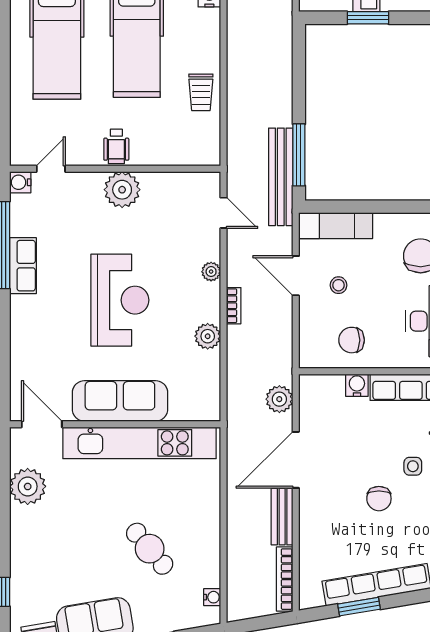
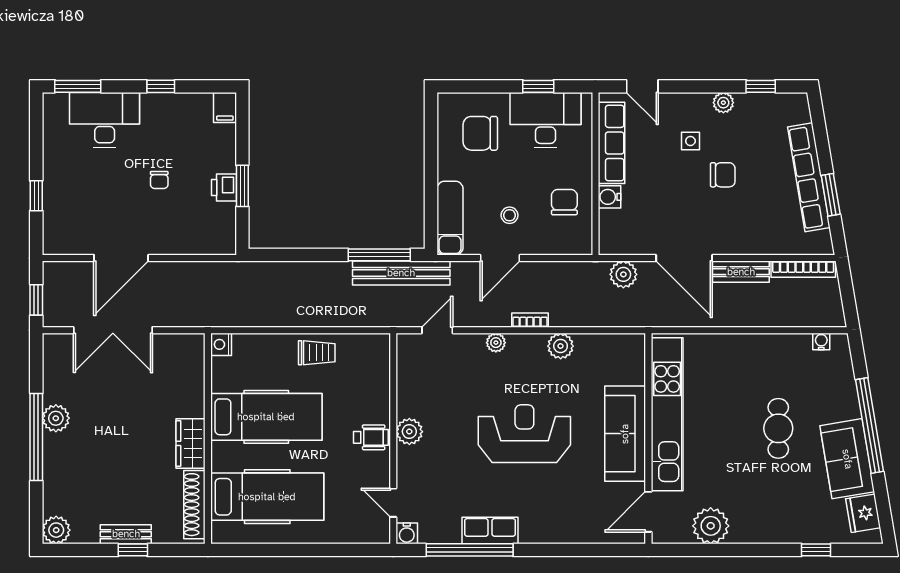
plant: (122, 190) -> (409, 432), width x0.73, depth x0.73
chair: (352, 340) -> (564, 202), turned 180
cafe table: (150, 549) -> (778, 428), moved, turned -50

